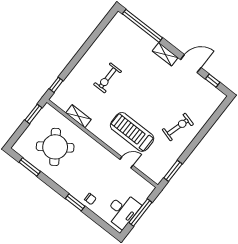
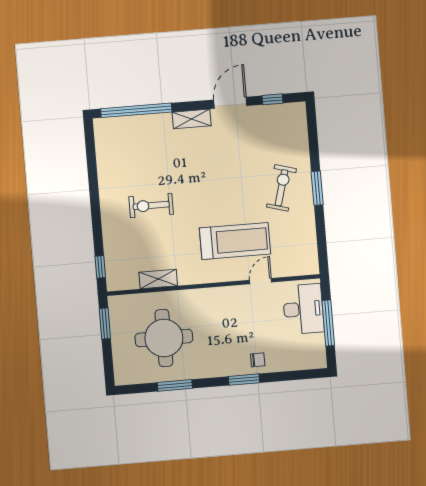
exercise bike: (108, 78) -> (151, 205), turned 90
treadmill: (132, 132) -> (235, 241), turned 180
round table: (55, 147) -> (164, 338), turned 35
window: (30, 167) -> (175, 385), moved
window: (173, 171) -> (317, 188), moved
desk: (122, 210) -> (303, 309), moved

